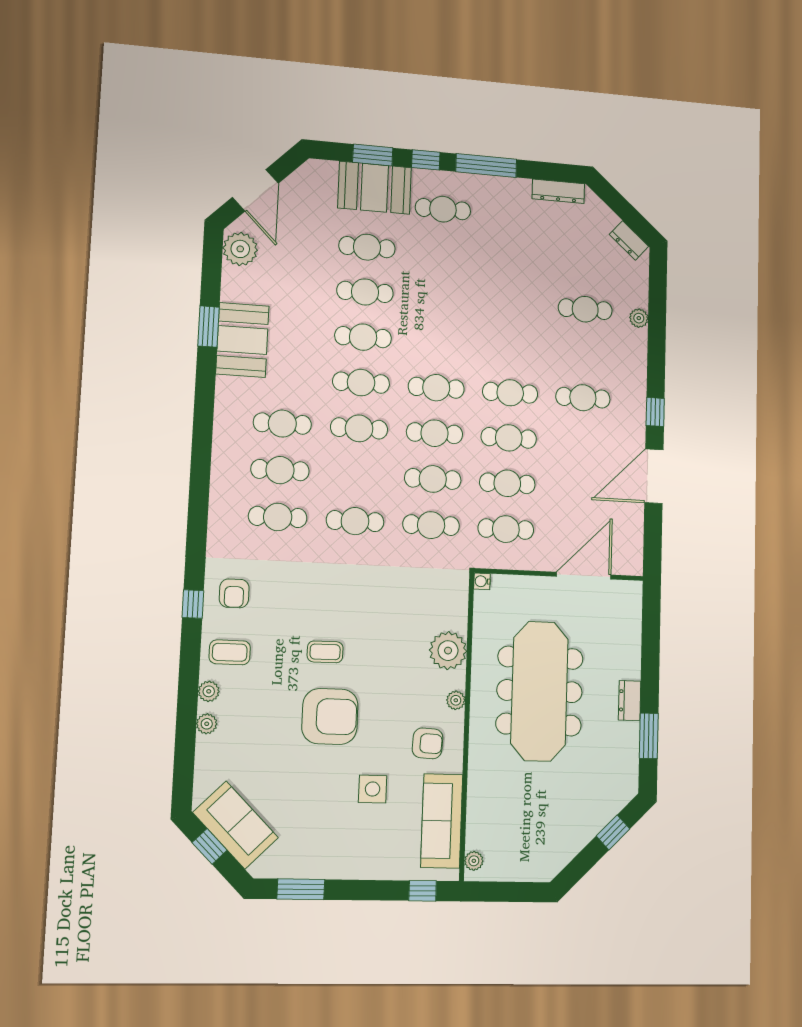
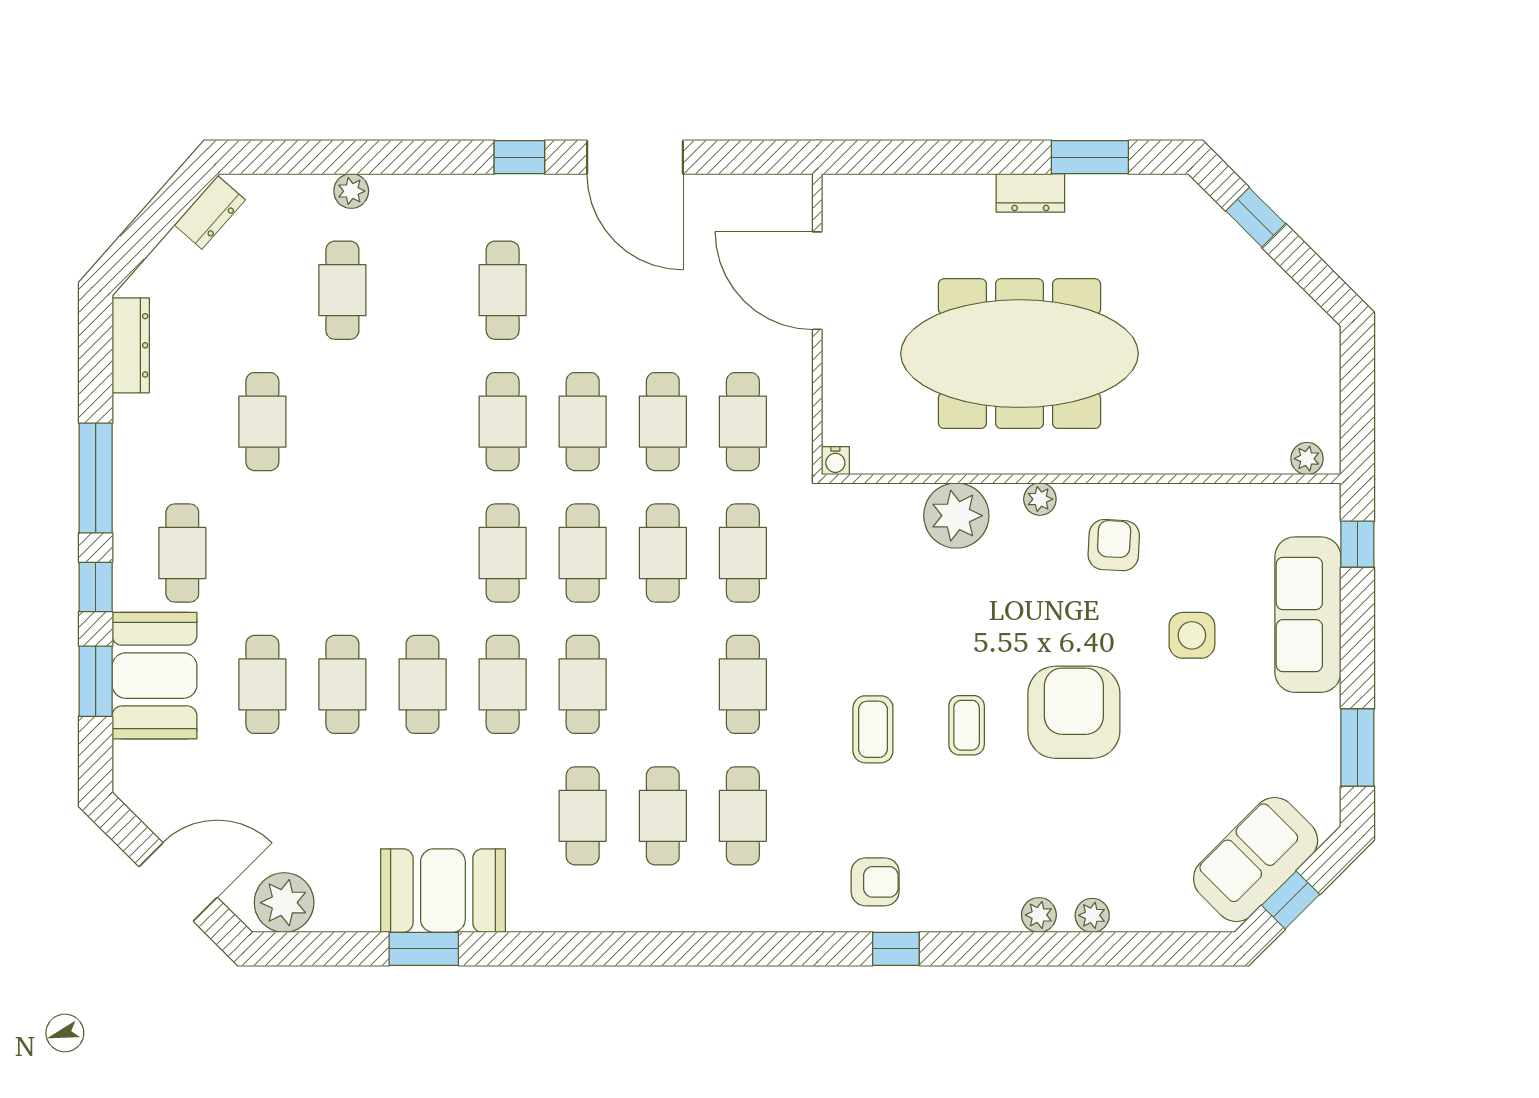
cafe table: (514, 259) -> (262, 422), added
coffee table: (230, 652) -> (873, 729), moved
sofa: (442, 821) -> (1308, 615), moved, turned 90

